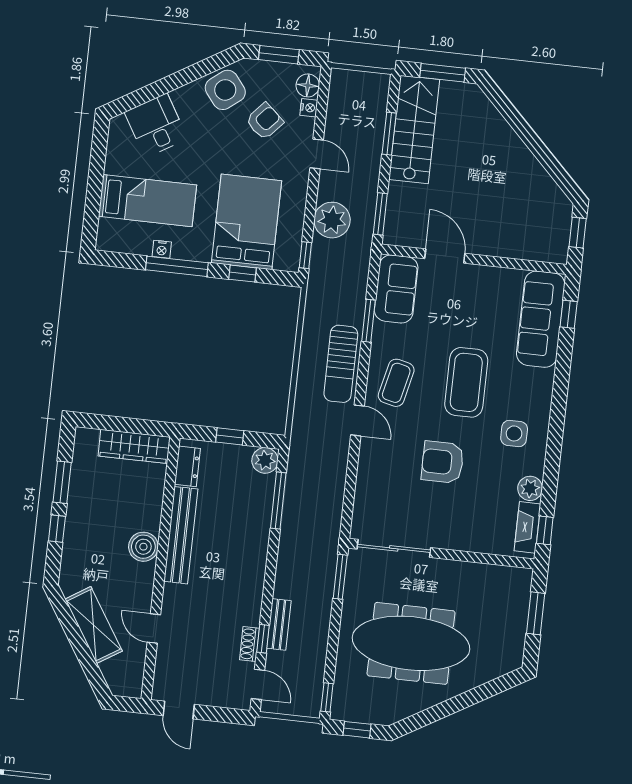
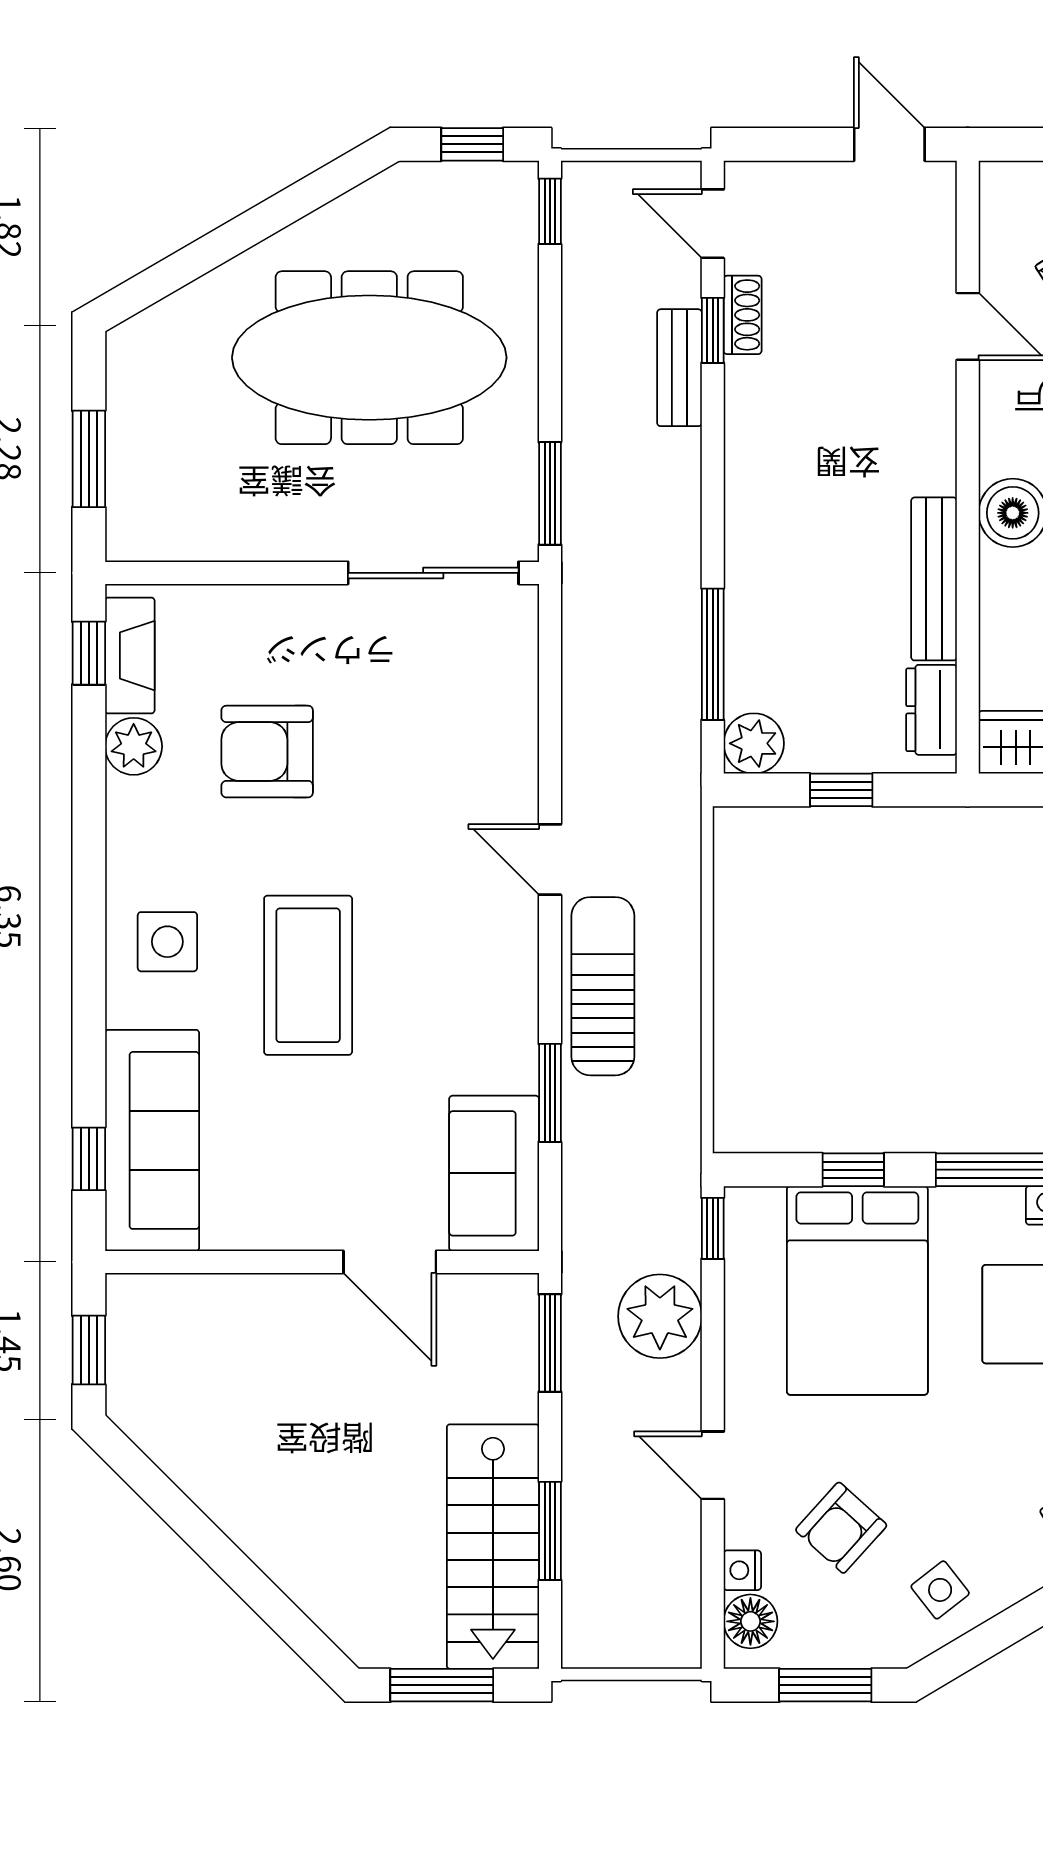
side table: (225, 90) -> (940, 1590), width x0.54, depth x0.54
coffee table: (396, 383) -> (470, 956), removed
side table: (514, 433) -> (167, 942), moved
armchair: (443, 462) -> (267, 752), moved, turned 180
bench: (181, 535) -> (934, 579), width x0.73, depth x0.82

